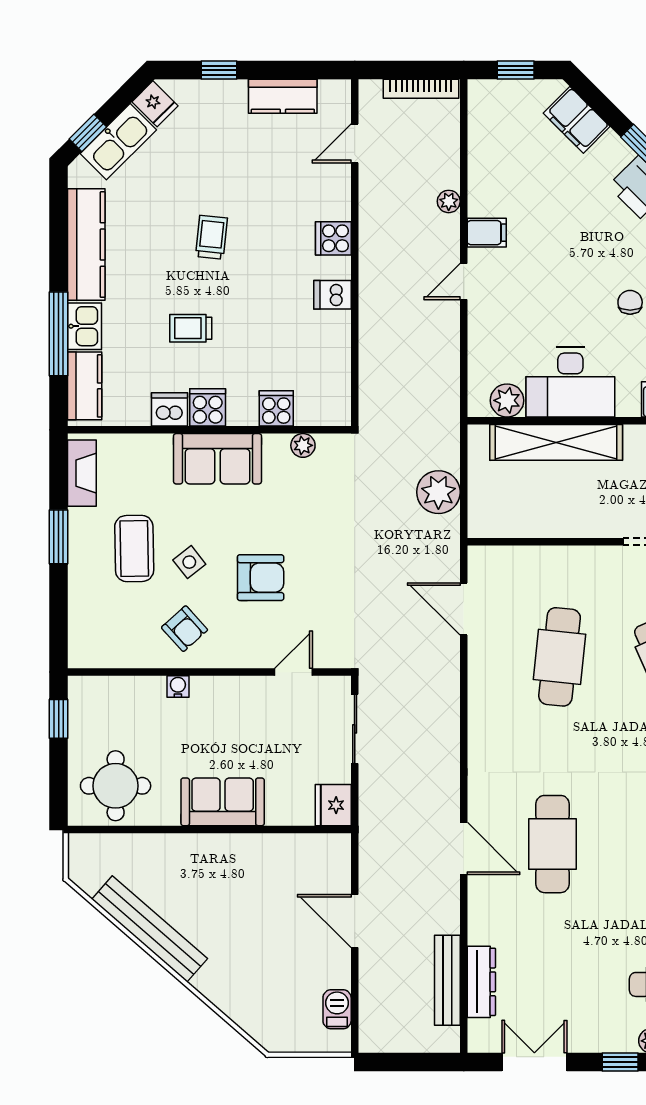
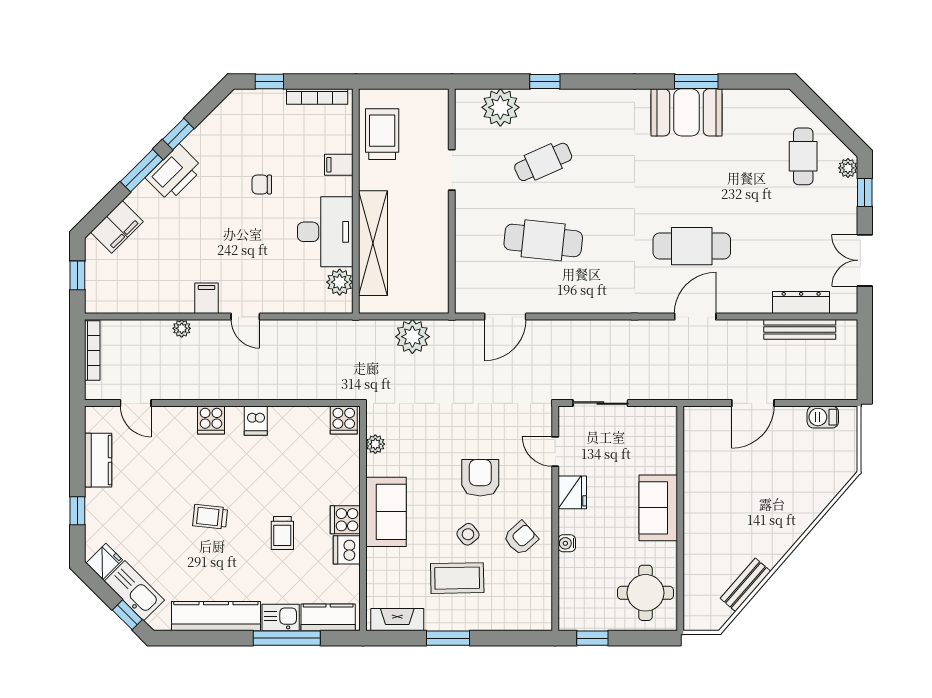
cooker: (276, 408) -> (344, 420), moved, turned -90
fridge: (333, 805) -> (572, 492), moved, turned -90
bench: (150, 929) -> (745, 585), width x0.54, depth x0.82

